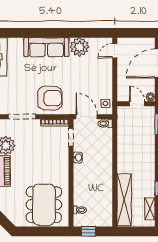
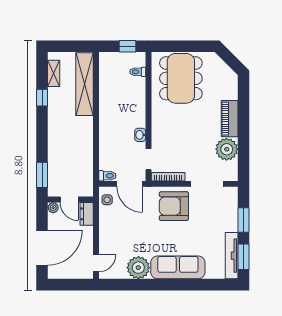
dresser: (122, 92) -> (87, 214), added

